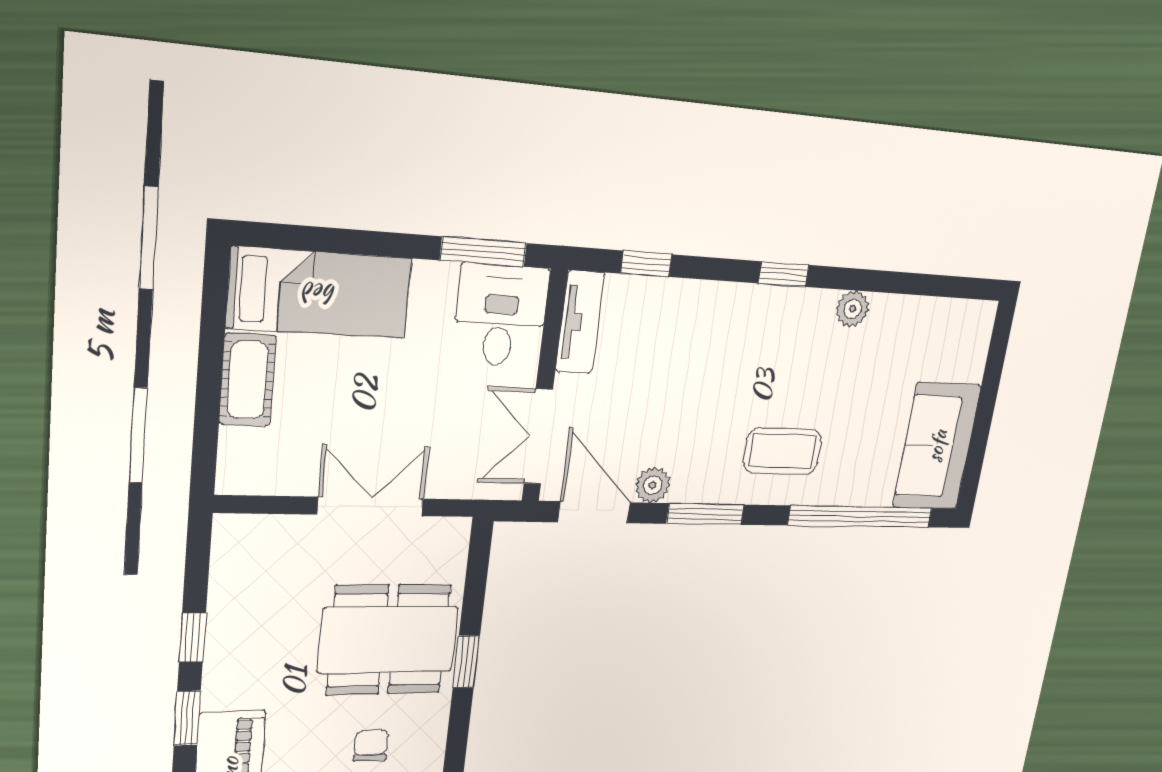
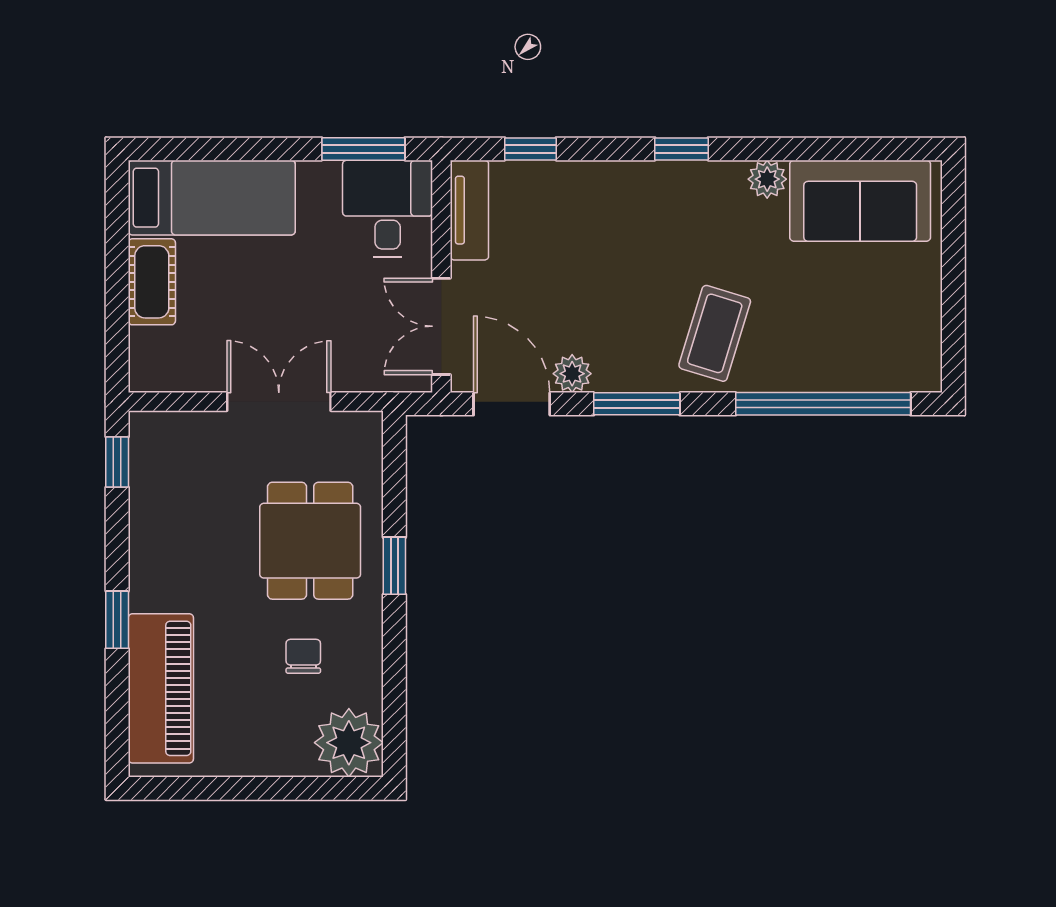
sofa: (937, 446) -> (860, 201), moved, turned -90
coffee table: (783, 451) -> (715, 333), turned -73
window: (192, 638) -> (117, 462), moved
dining table: (388, 640) -> (310, 541), width x0.73

